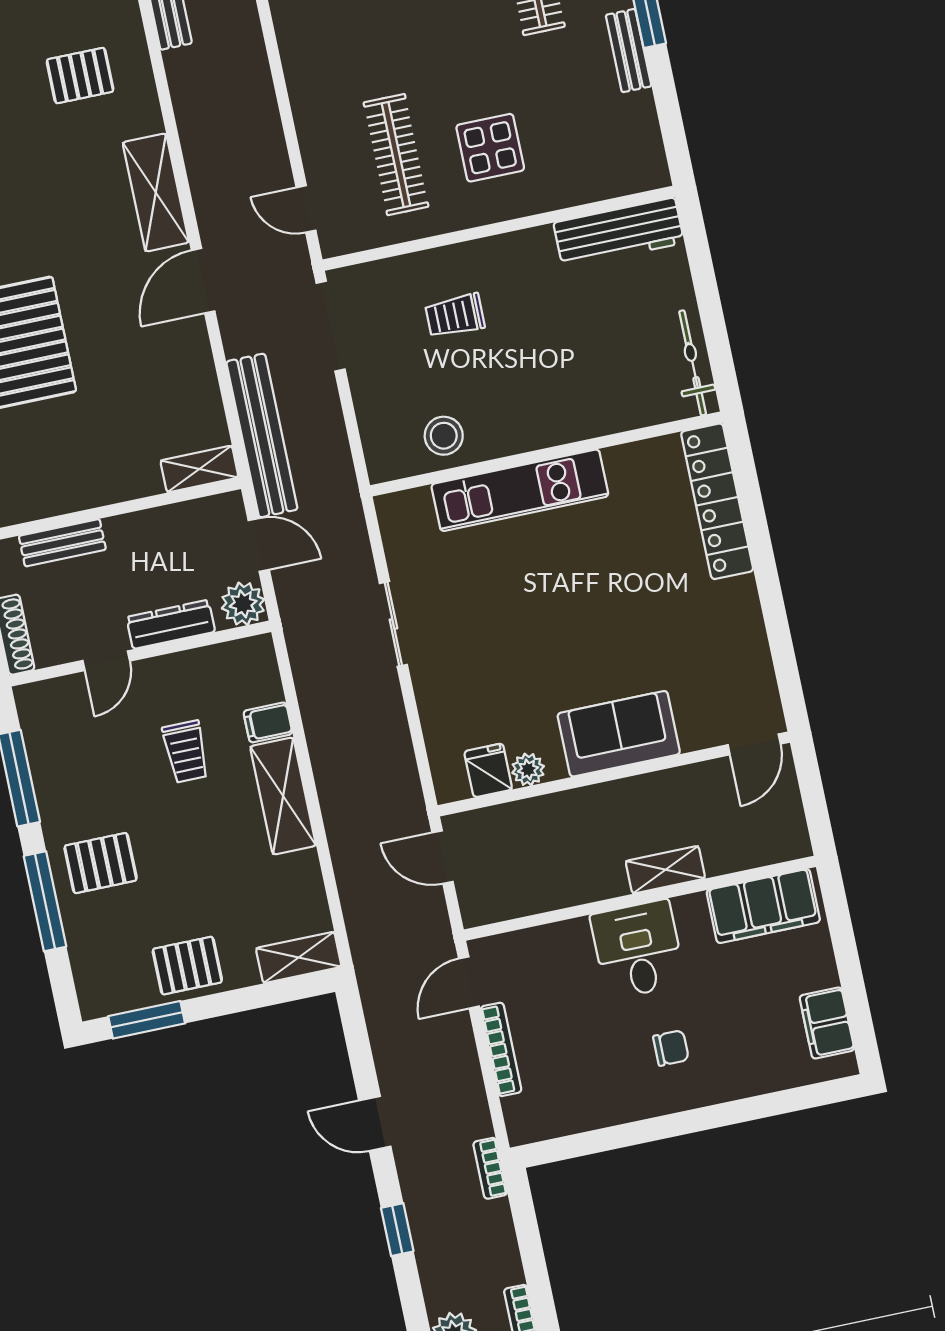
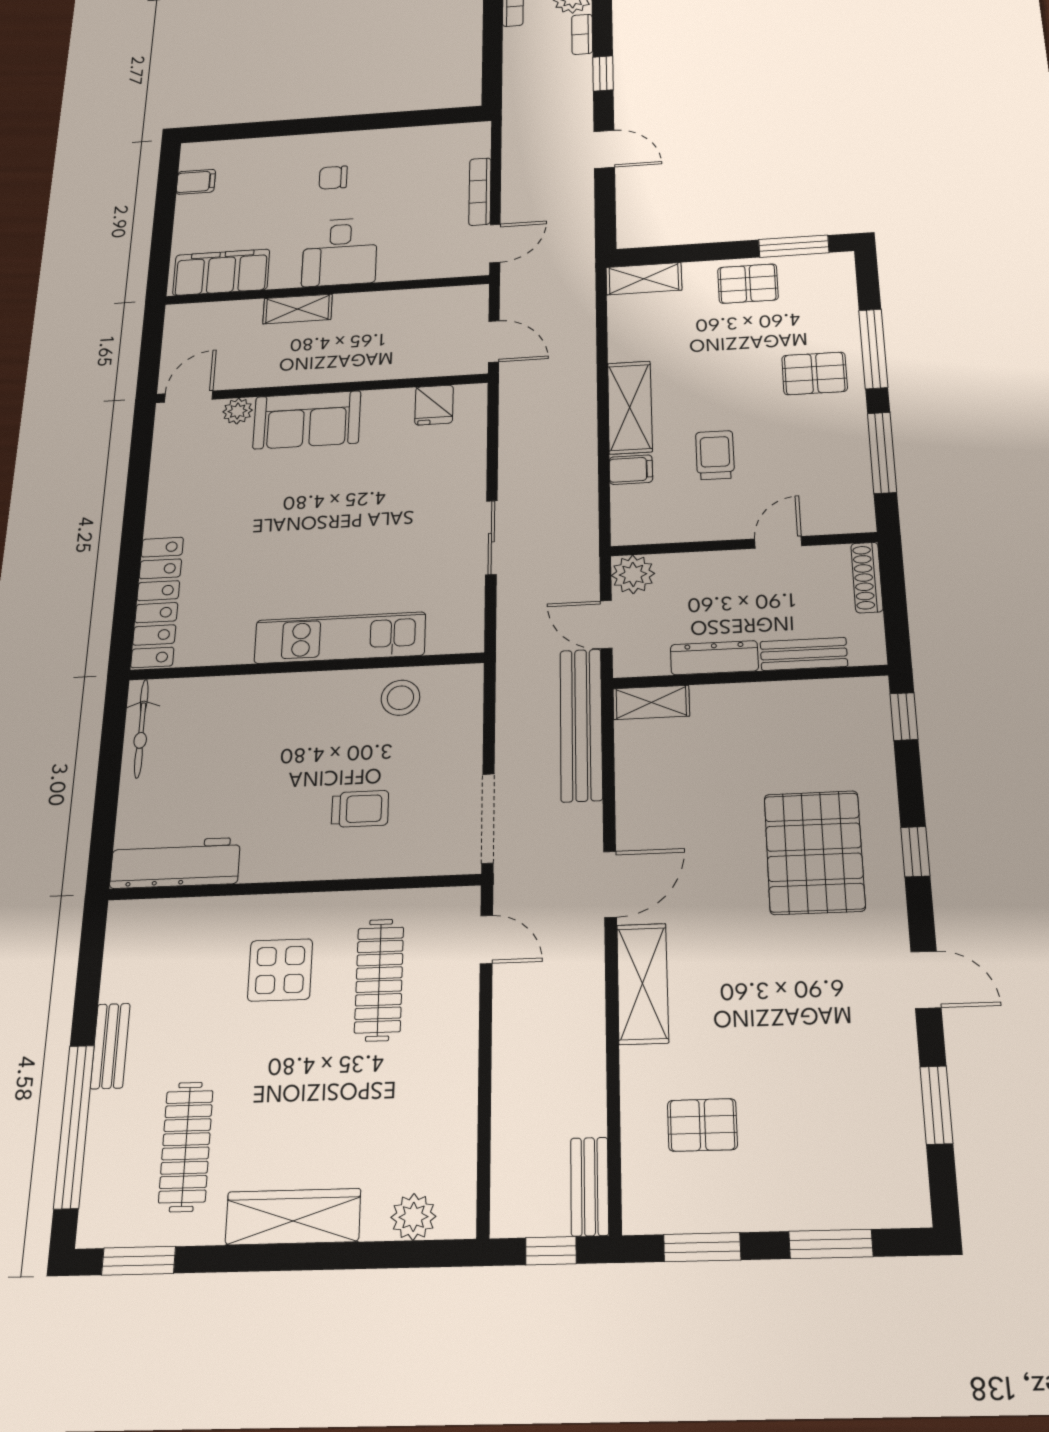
dresser: (171, 624) -> (714, 658), moved, turned 180
plant: (528, 769) -> (238, 411), moved
filing cabinet: (827, 1023) -> (196, 182), width x0.50
bookcase: (490, 1168) -> (582, 34), moved, turned 180

